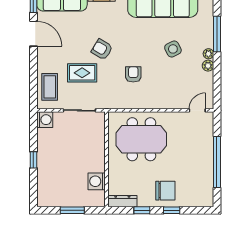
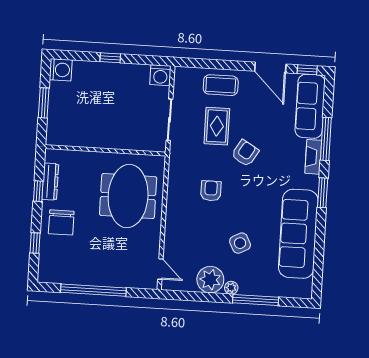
door: (33, 34) -> (270, 68), hinge flipped
plant: (208, 66) -> (210, 280), width x1.87, depth x1.87
armchair: (133, 74) -> (211, 191), turned -90
coffee table: (50, 87) -> (221, 85), moved
washing machine: (97, 181) -> (61, 70), moved, turned 90
dresser: (122, 201) -> (50, 182), moved
window: (172, 210) -> (35, 243), moved

